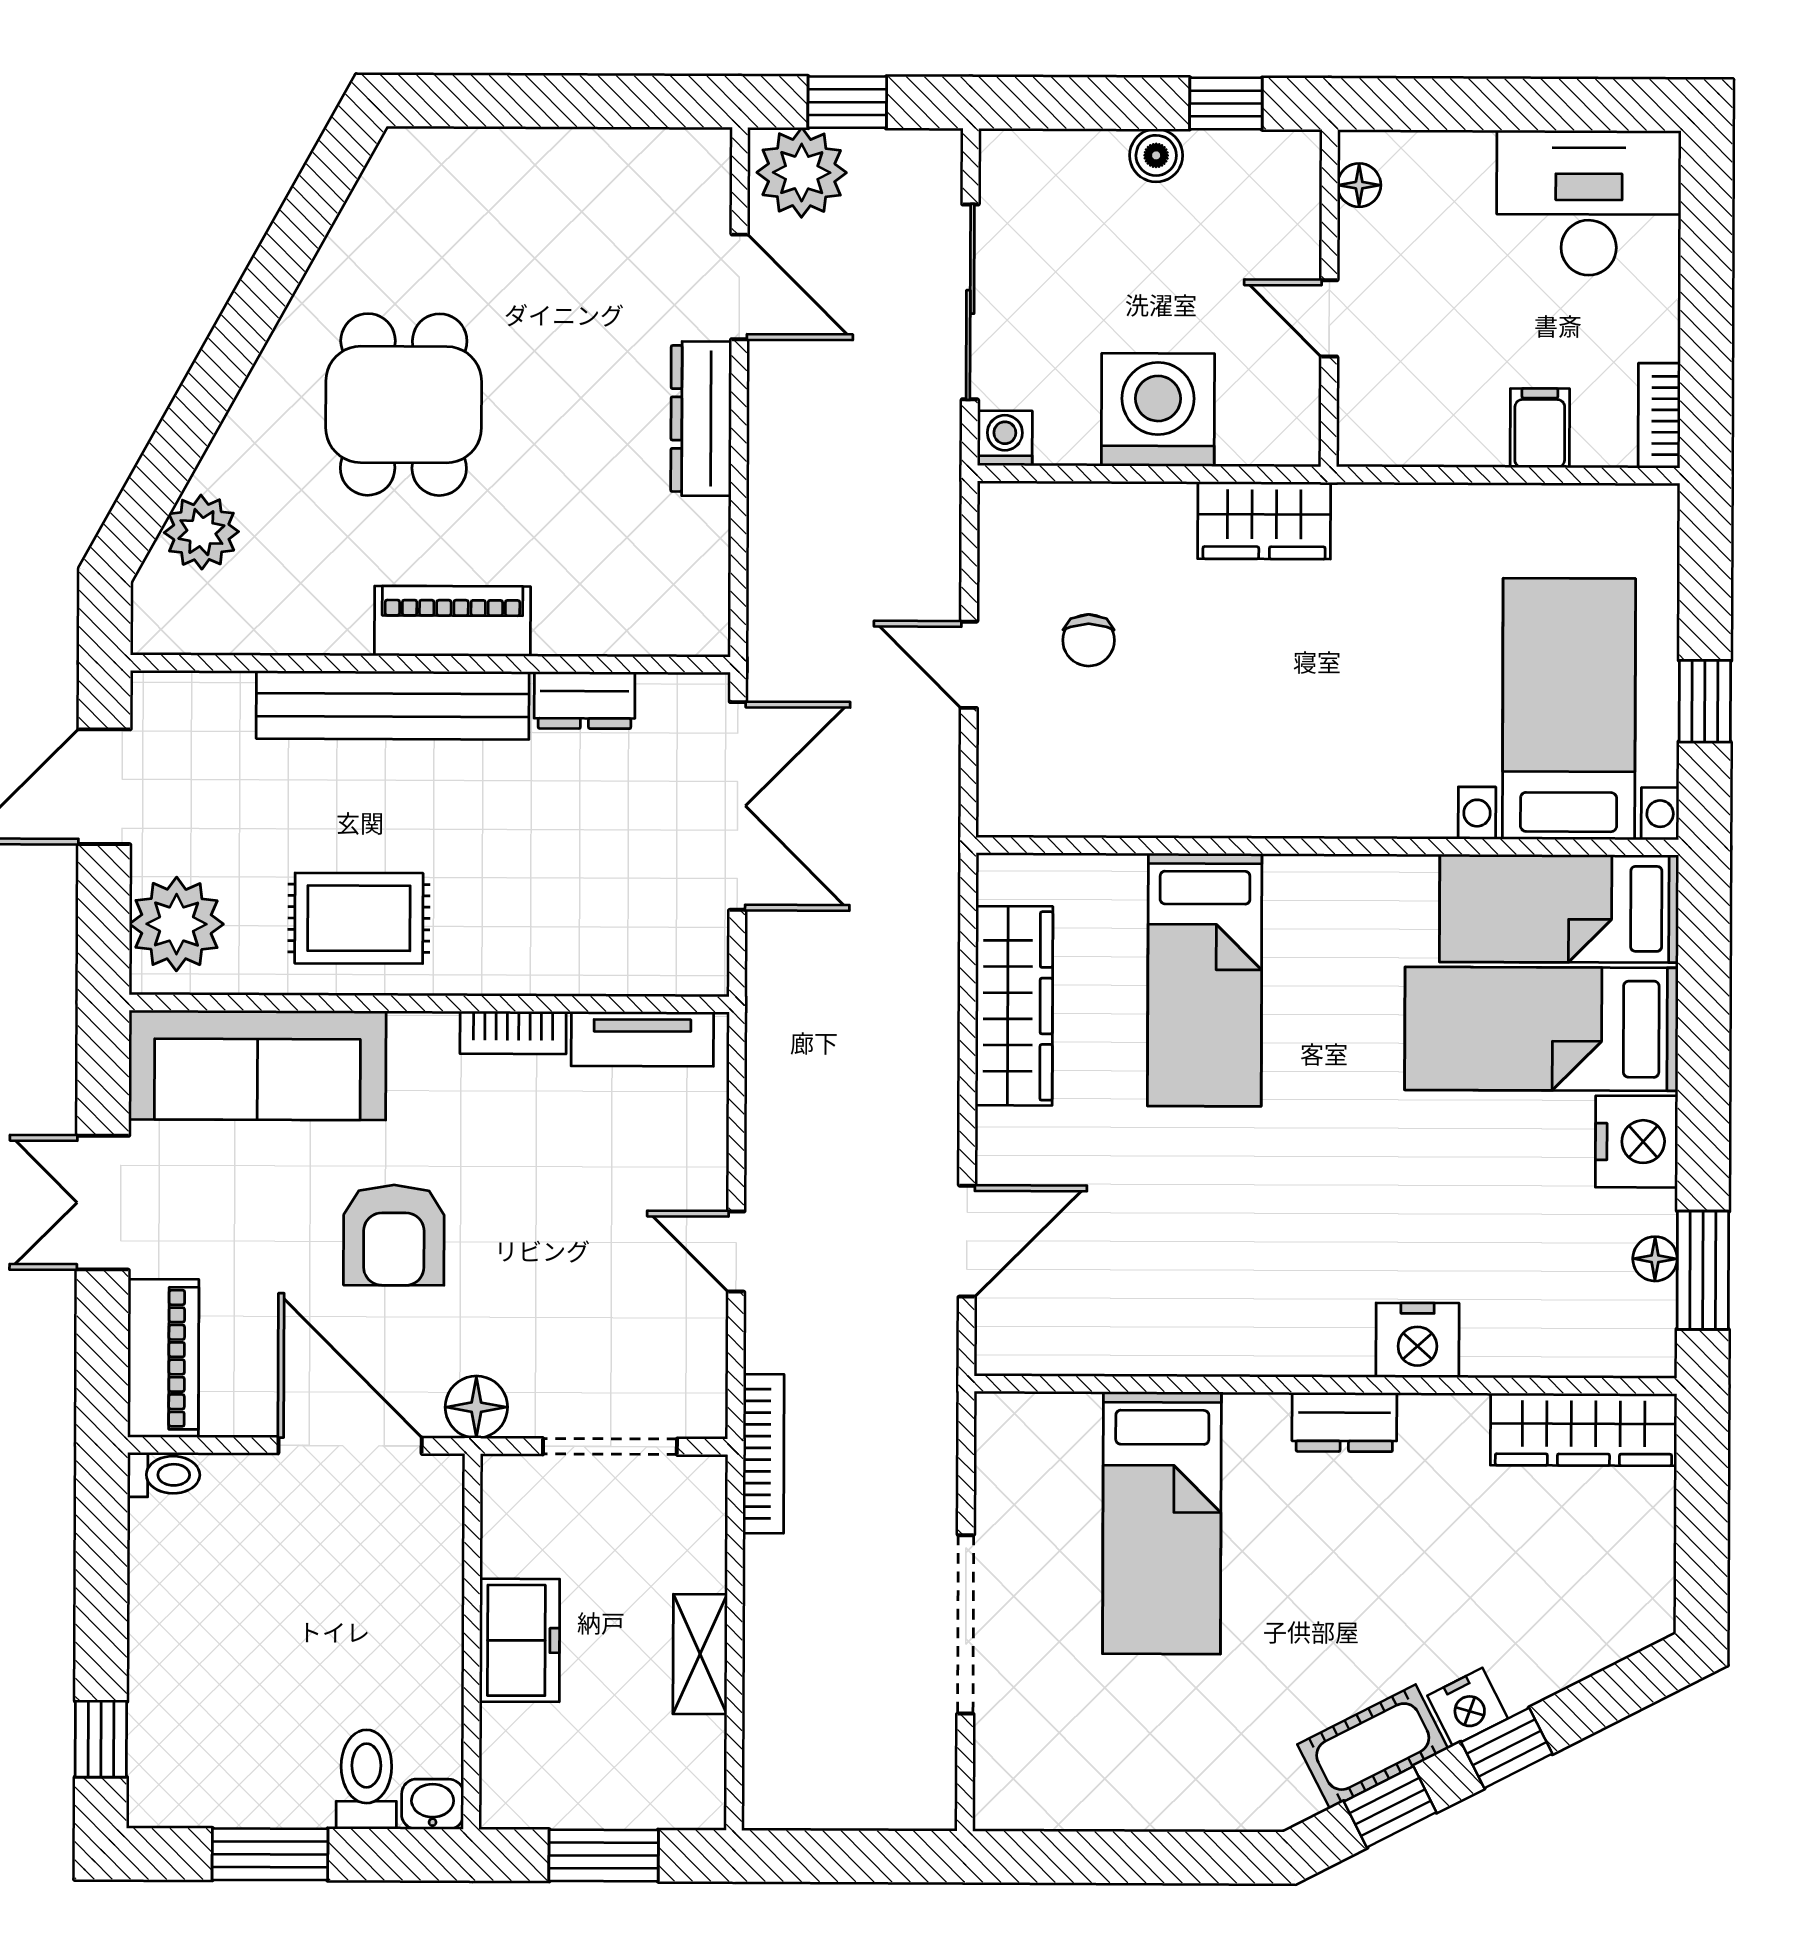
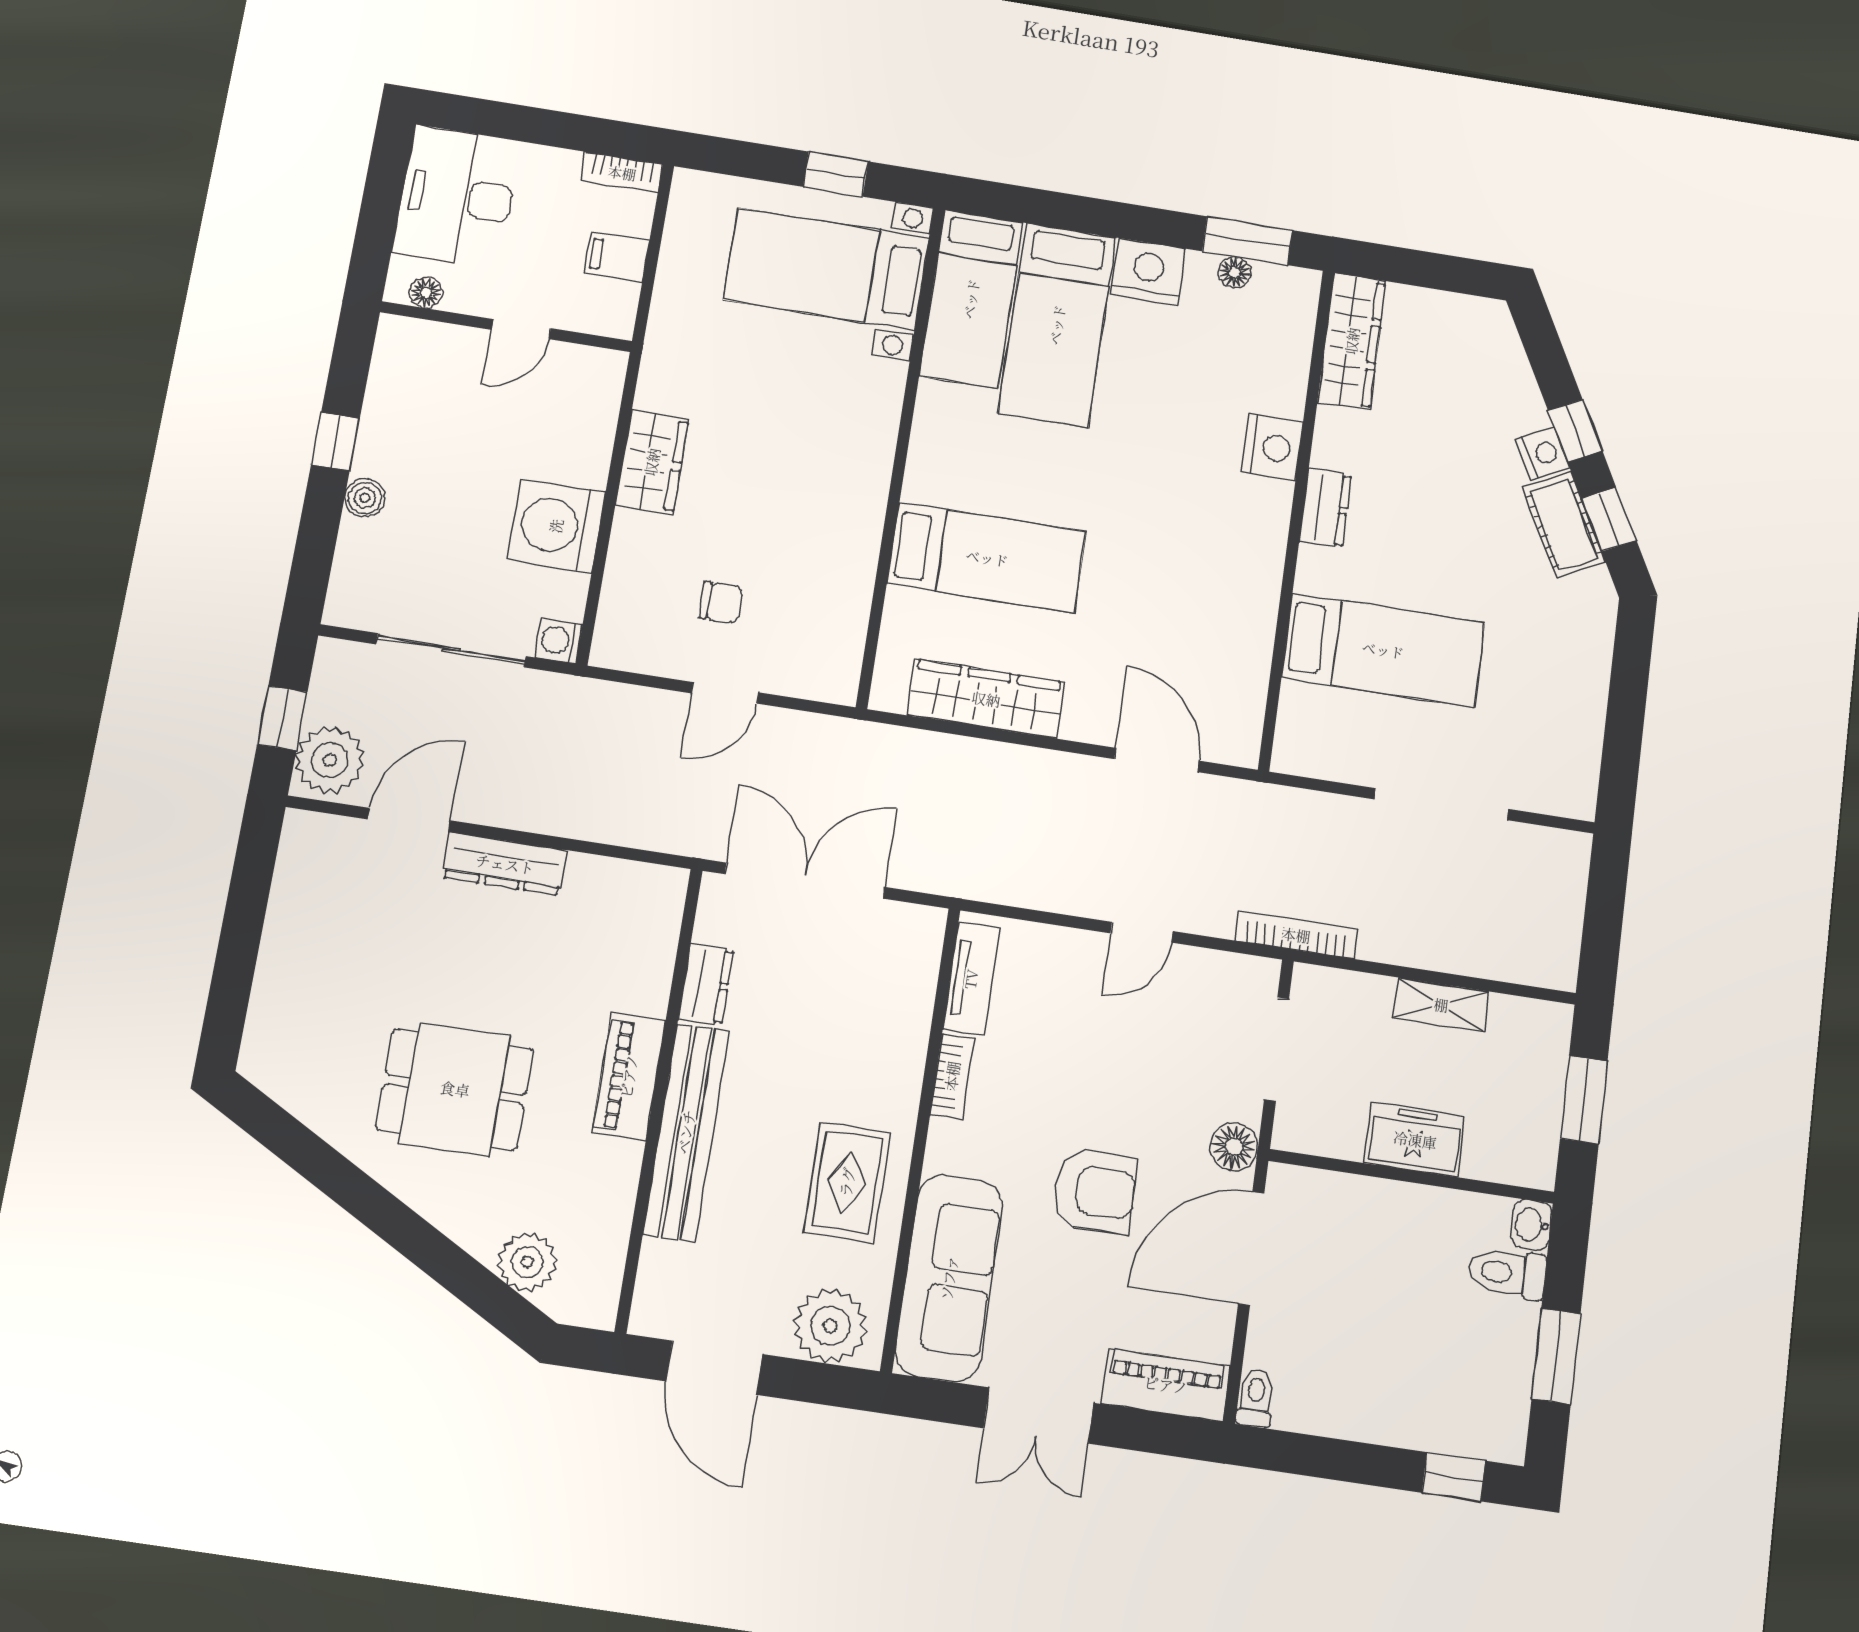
floor lamp: (1359, 185) -> (426, 293), moved
wall: (1329, 298) -> (506, 327), moved
door: (1329, 318) -> (521, 329), moved

